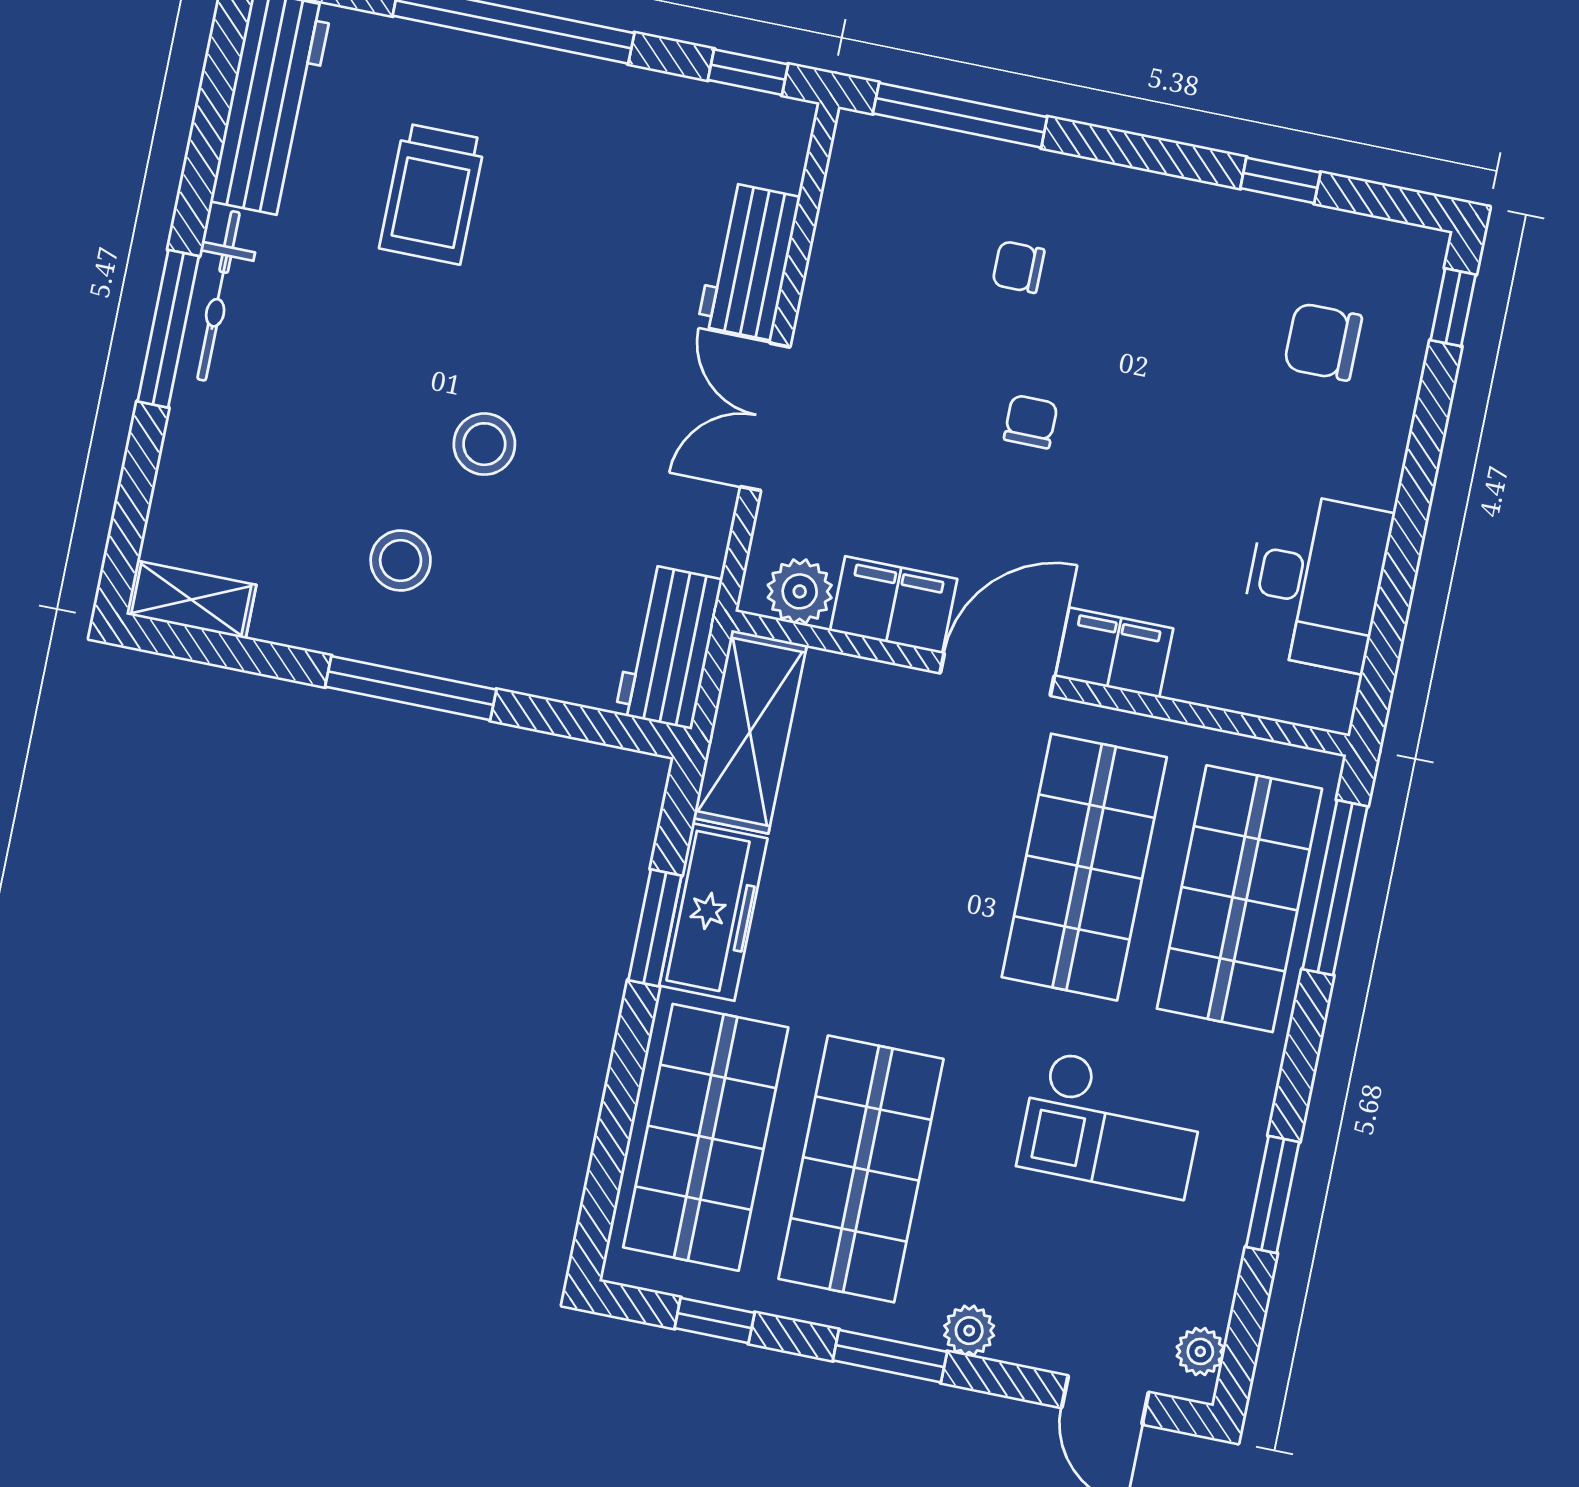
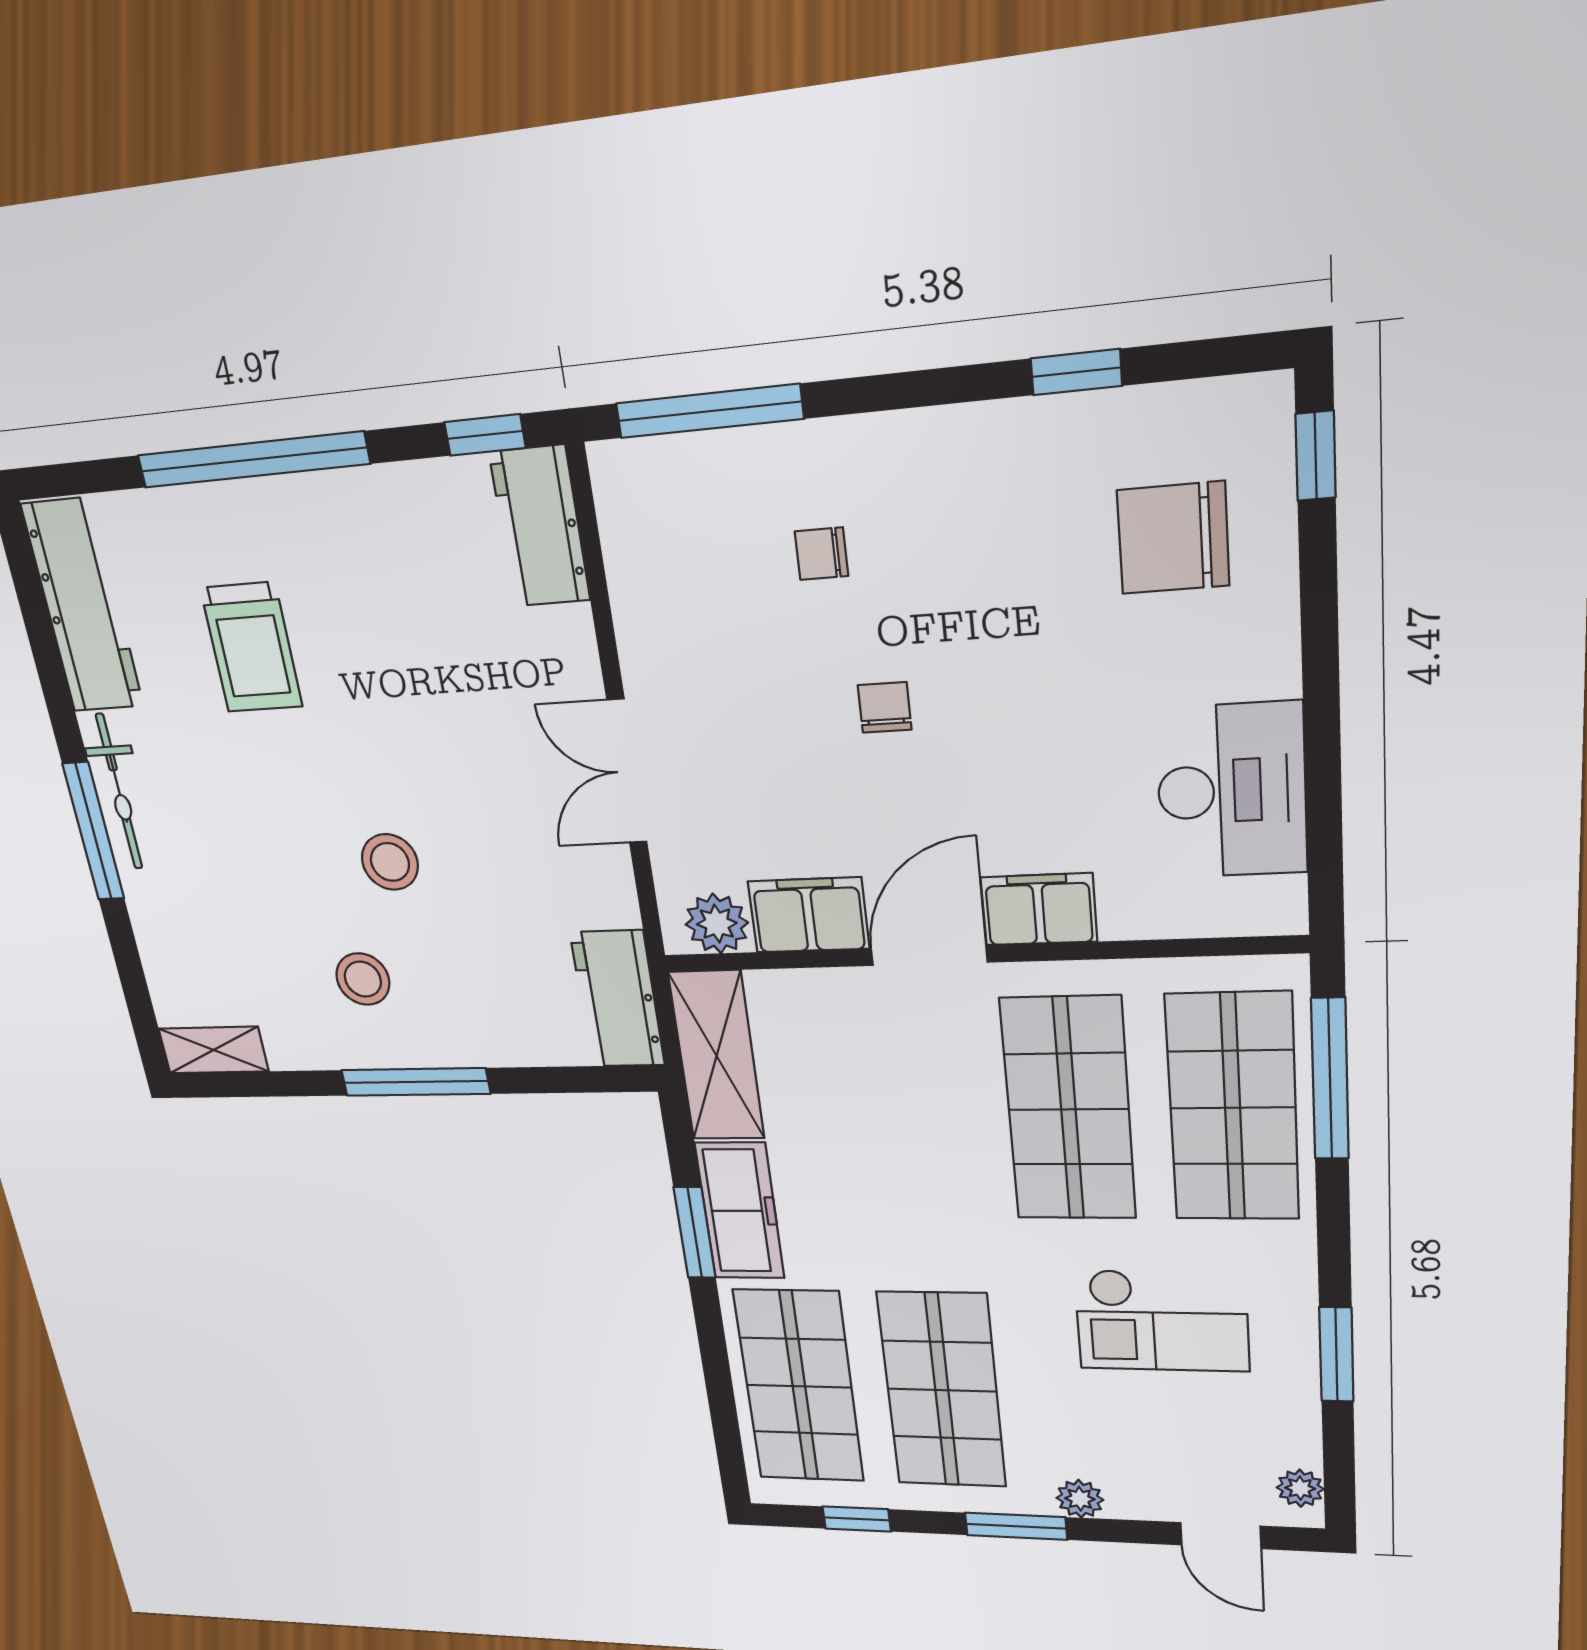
workbench: (749, 261) -> (540, 527), moved
chair: (1323, 342) -> (1173, 538), width x1.37, depth x1.37

